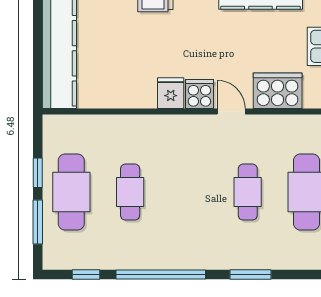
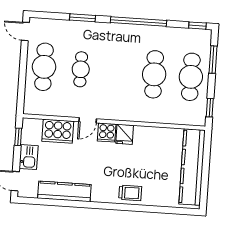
door: (231, 111) -> (88, 120), hinge flipped
window: (38, 173) -> (210, 108), moved
cafe table: (130, 192) -> (154, 74), width x1.37, depth x1.35
window: (86, 275) -> (197, 26), moved

